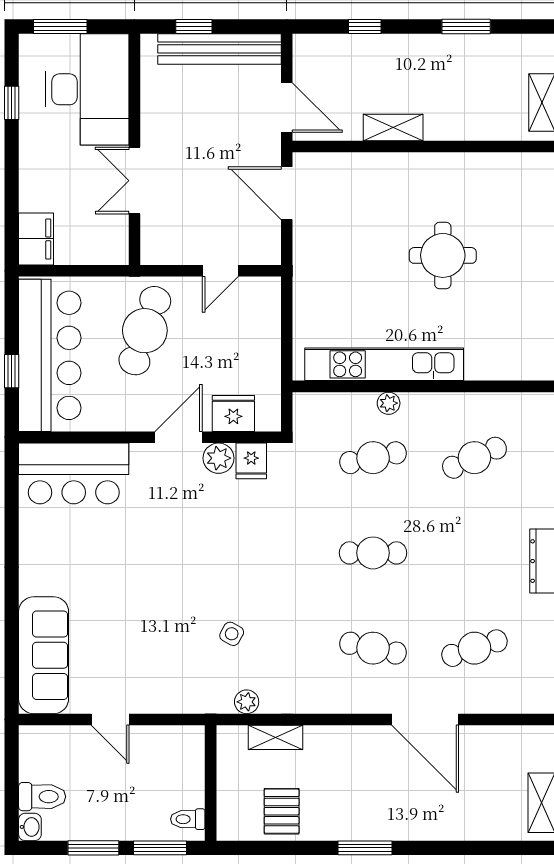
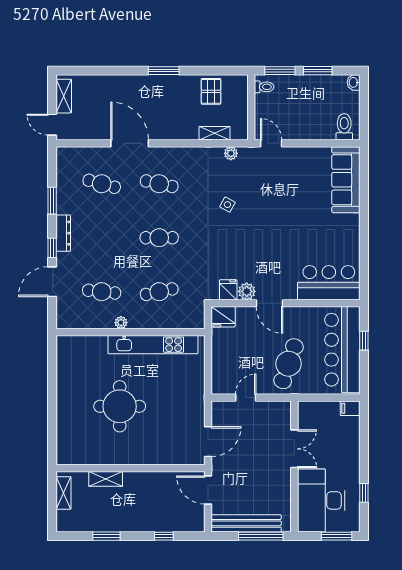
window: (194, 27) -> (261, 536), width x2.17
shelving: (393, 127) -> (106, 479), moved
door: (287, 193) -> (208, 442), hinge flipped
filing cabinet: (36, 239) -> (350, 408), width x0.50
round table: (443, 255) -> (120, 406), width x1.36, depth x1.36
plant: (389, 403) -> (121, 323), moved
fridge: (233, 413) -> (223, 317), moved
door: (178, 437) -> (269, 303), hinge flipped
cafe table: (474, 458) -> (102, 292), turned 30
side table: (232, 634) -> (227, 205), moved
cafe table: (474, 648) -> (102, 184), turned 33
door: (110, 719) -> (271, 143), moved
toilet: (42, 797) -> (344, 127), moved, turned 90

